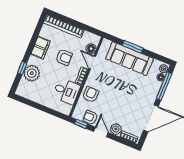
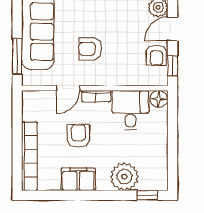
window: (133, 47) -> (17, 57), moved
floor lamp: (91, 49) -> (159, 99), moved
window: (22, 68) -> (147, 195), moved
armchair: (91, 95) -> (90, 49), moved

